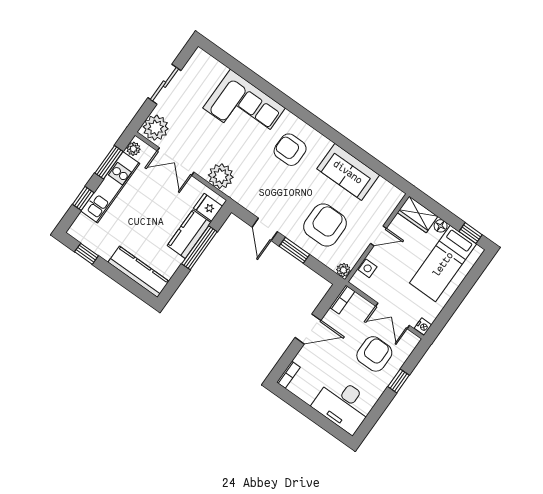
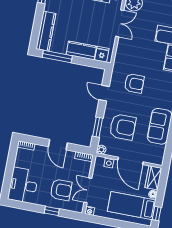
armchair: (290, 150) -> (134, 83), moved, turned 90
double door: (175, 162) -> (120, 23), swing flipped
plant: (221, 176) -> (123, 53), removed
door: (265, 229) -> (104, 93), hinge flipped
door: (378, 236) -> (131, 161), width x1.88
window: (199, 248) -> (57, 57), moved
window: (294, 250) -> (98, 127), moved

